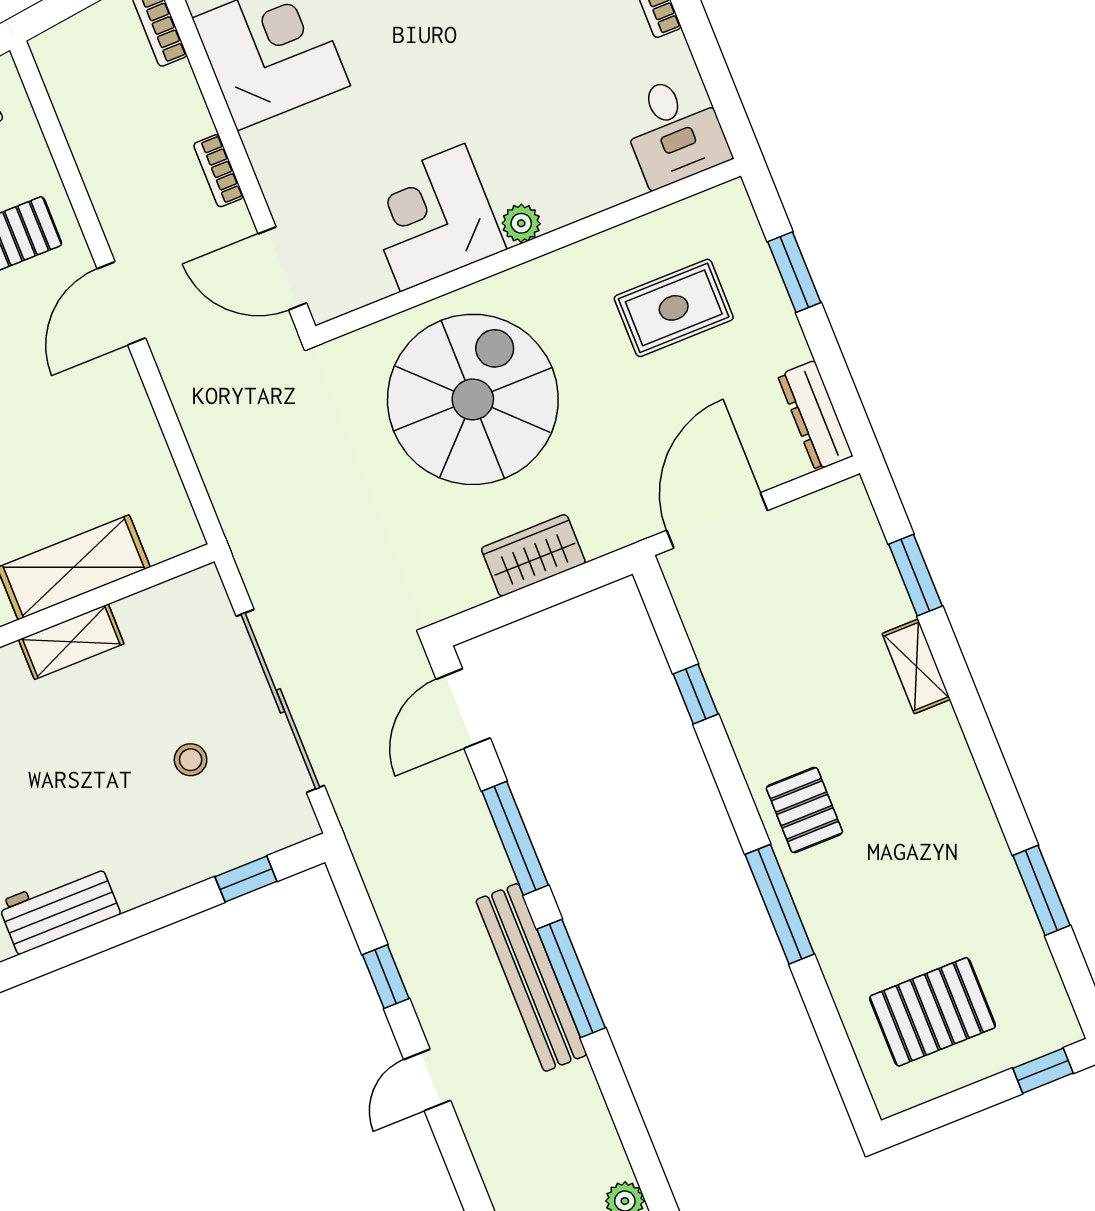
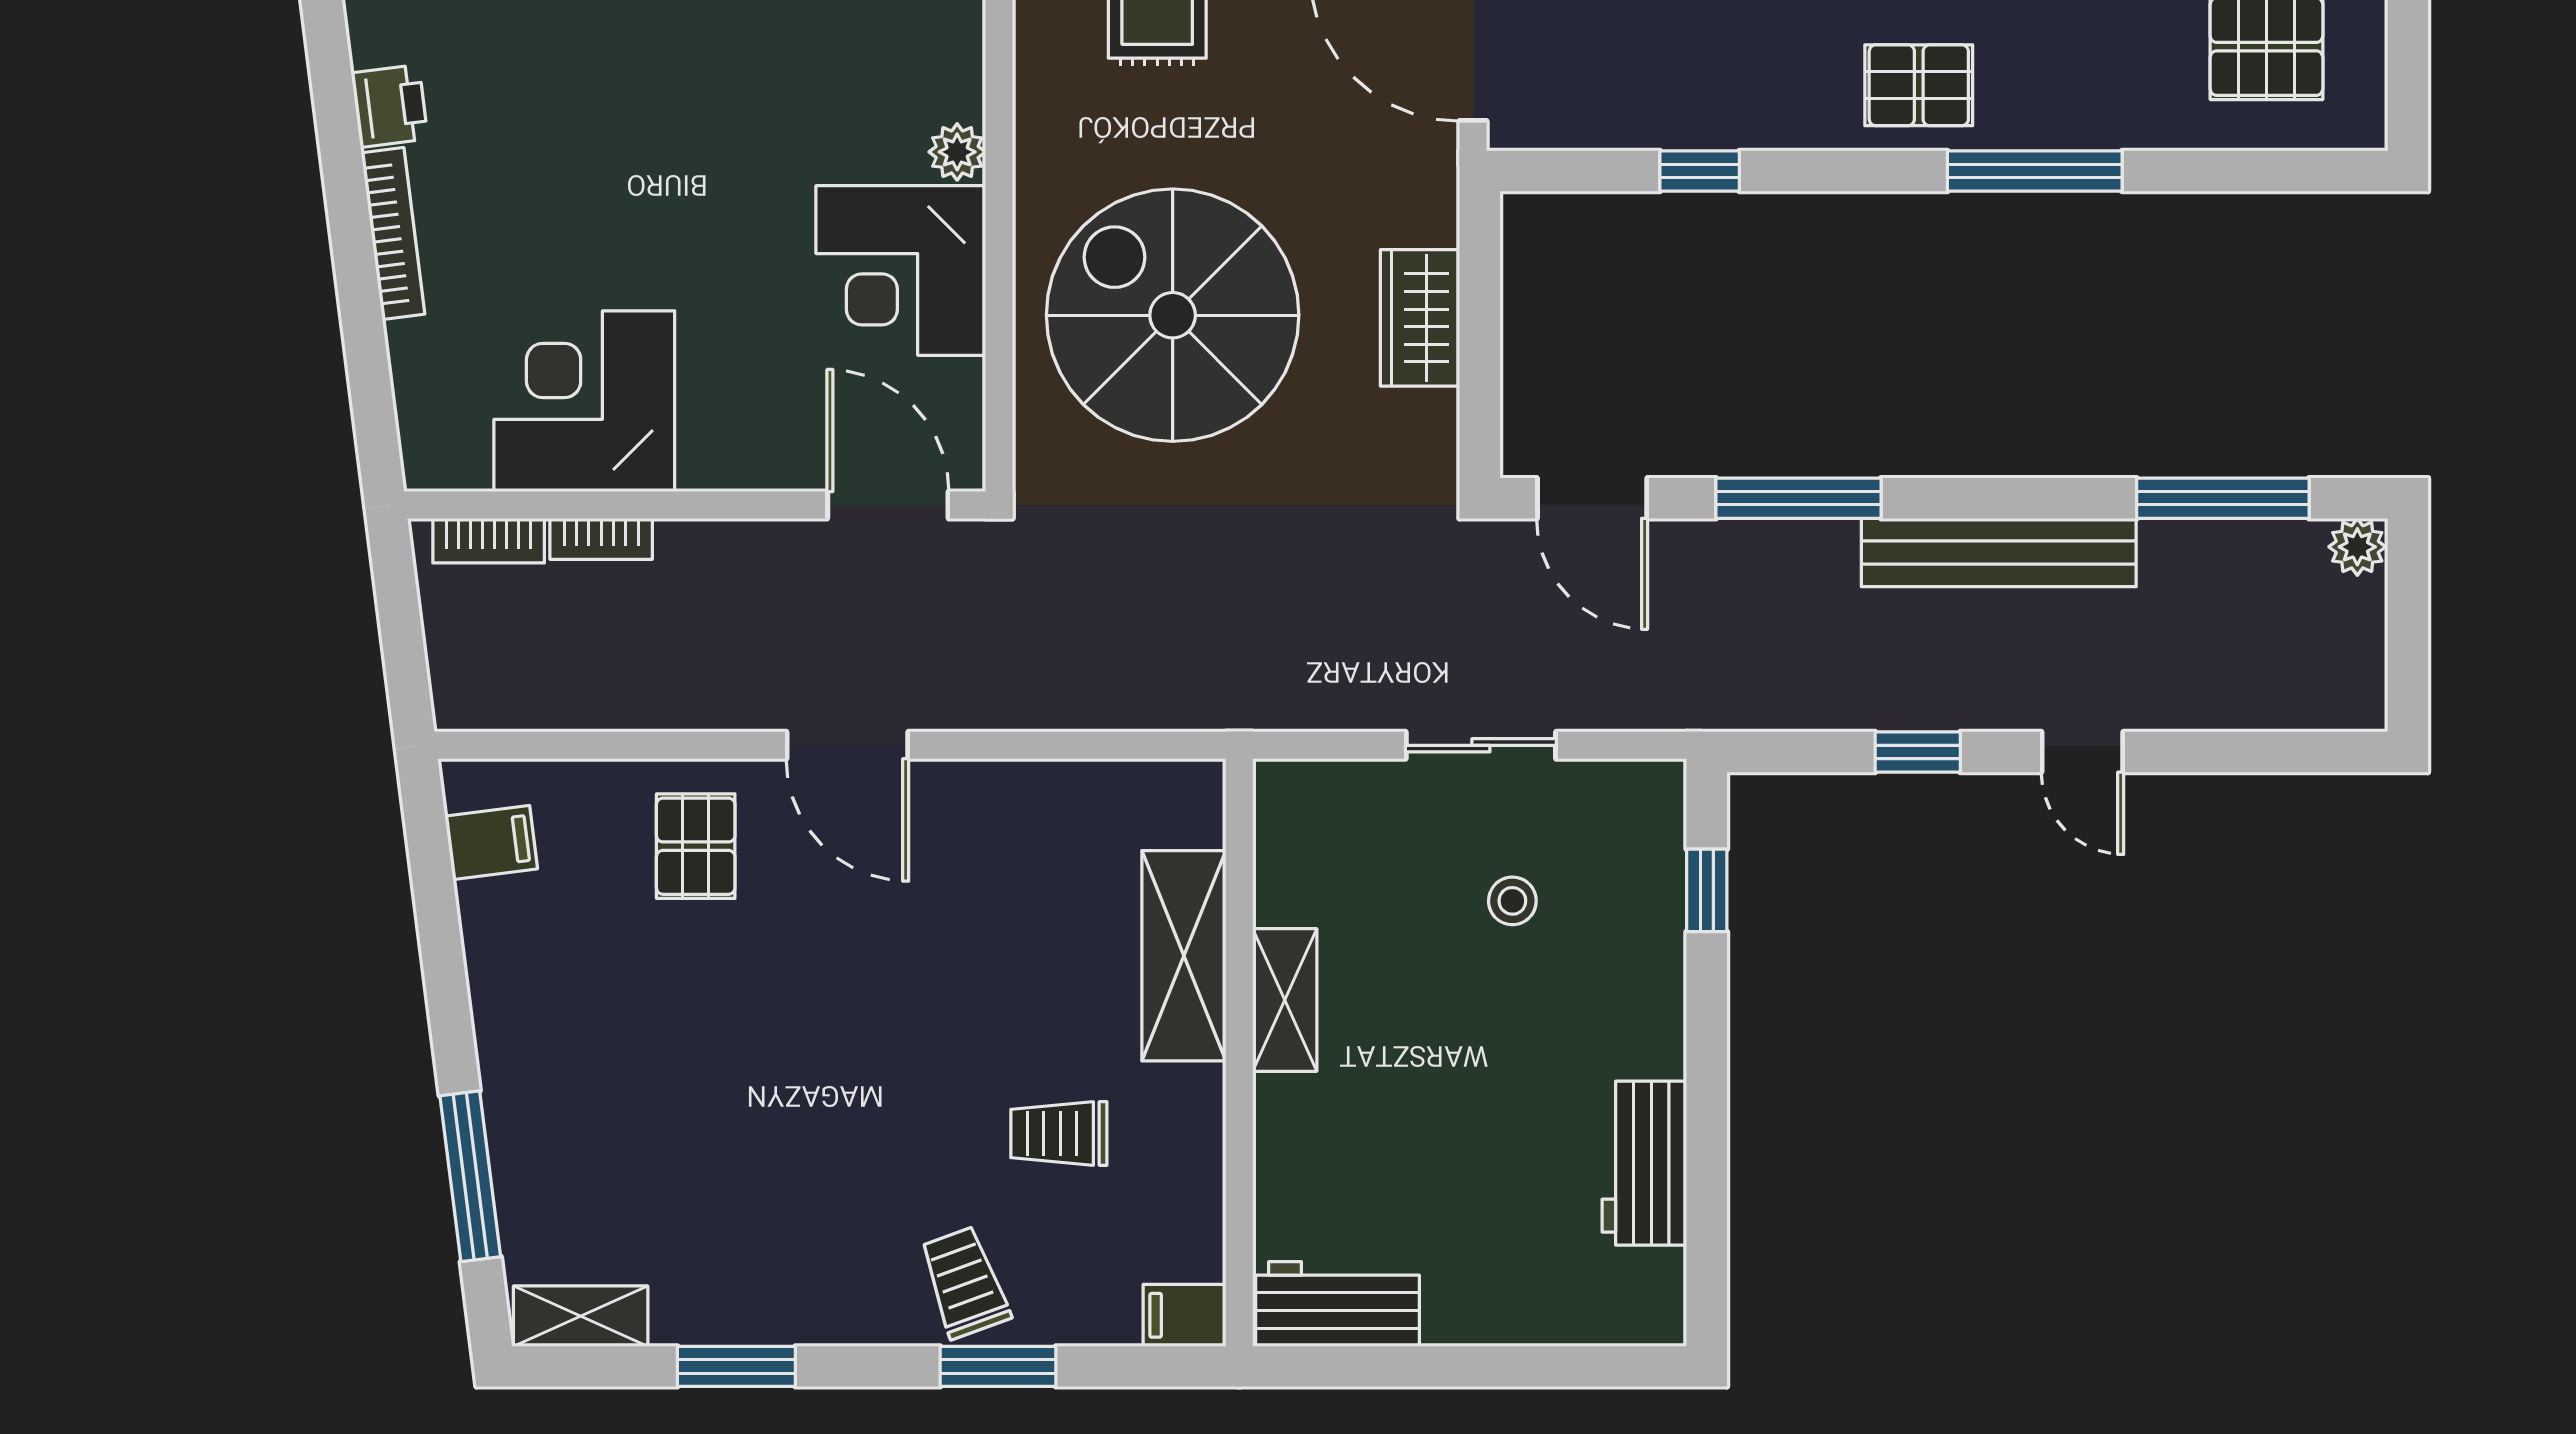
bookcase: (219, 171) -> (601, 539), moved
door: (282, 268) -> (888, 505), swing flipped
sliding door: (280, 701) -> (1481, 745), width x0.54
window: (571, 978) -> (2223, 498), moved

